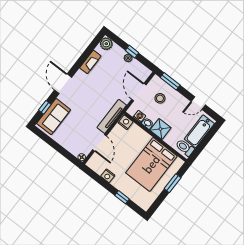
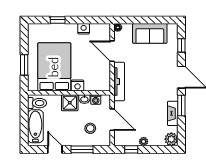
window: (132, 52) -> (131, 149), moved
window: (79, 63) -> (181, 105), added
window: (170, 81) -> (82, 149), moved
door: (198, 103) -> (55, 149), hinge flipped
sofa: (54, 117) -> (150, 33), moved, turned -90
nightstand: (126, 122) -> (78, 86), moved

